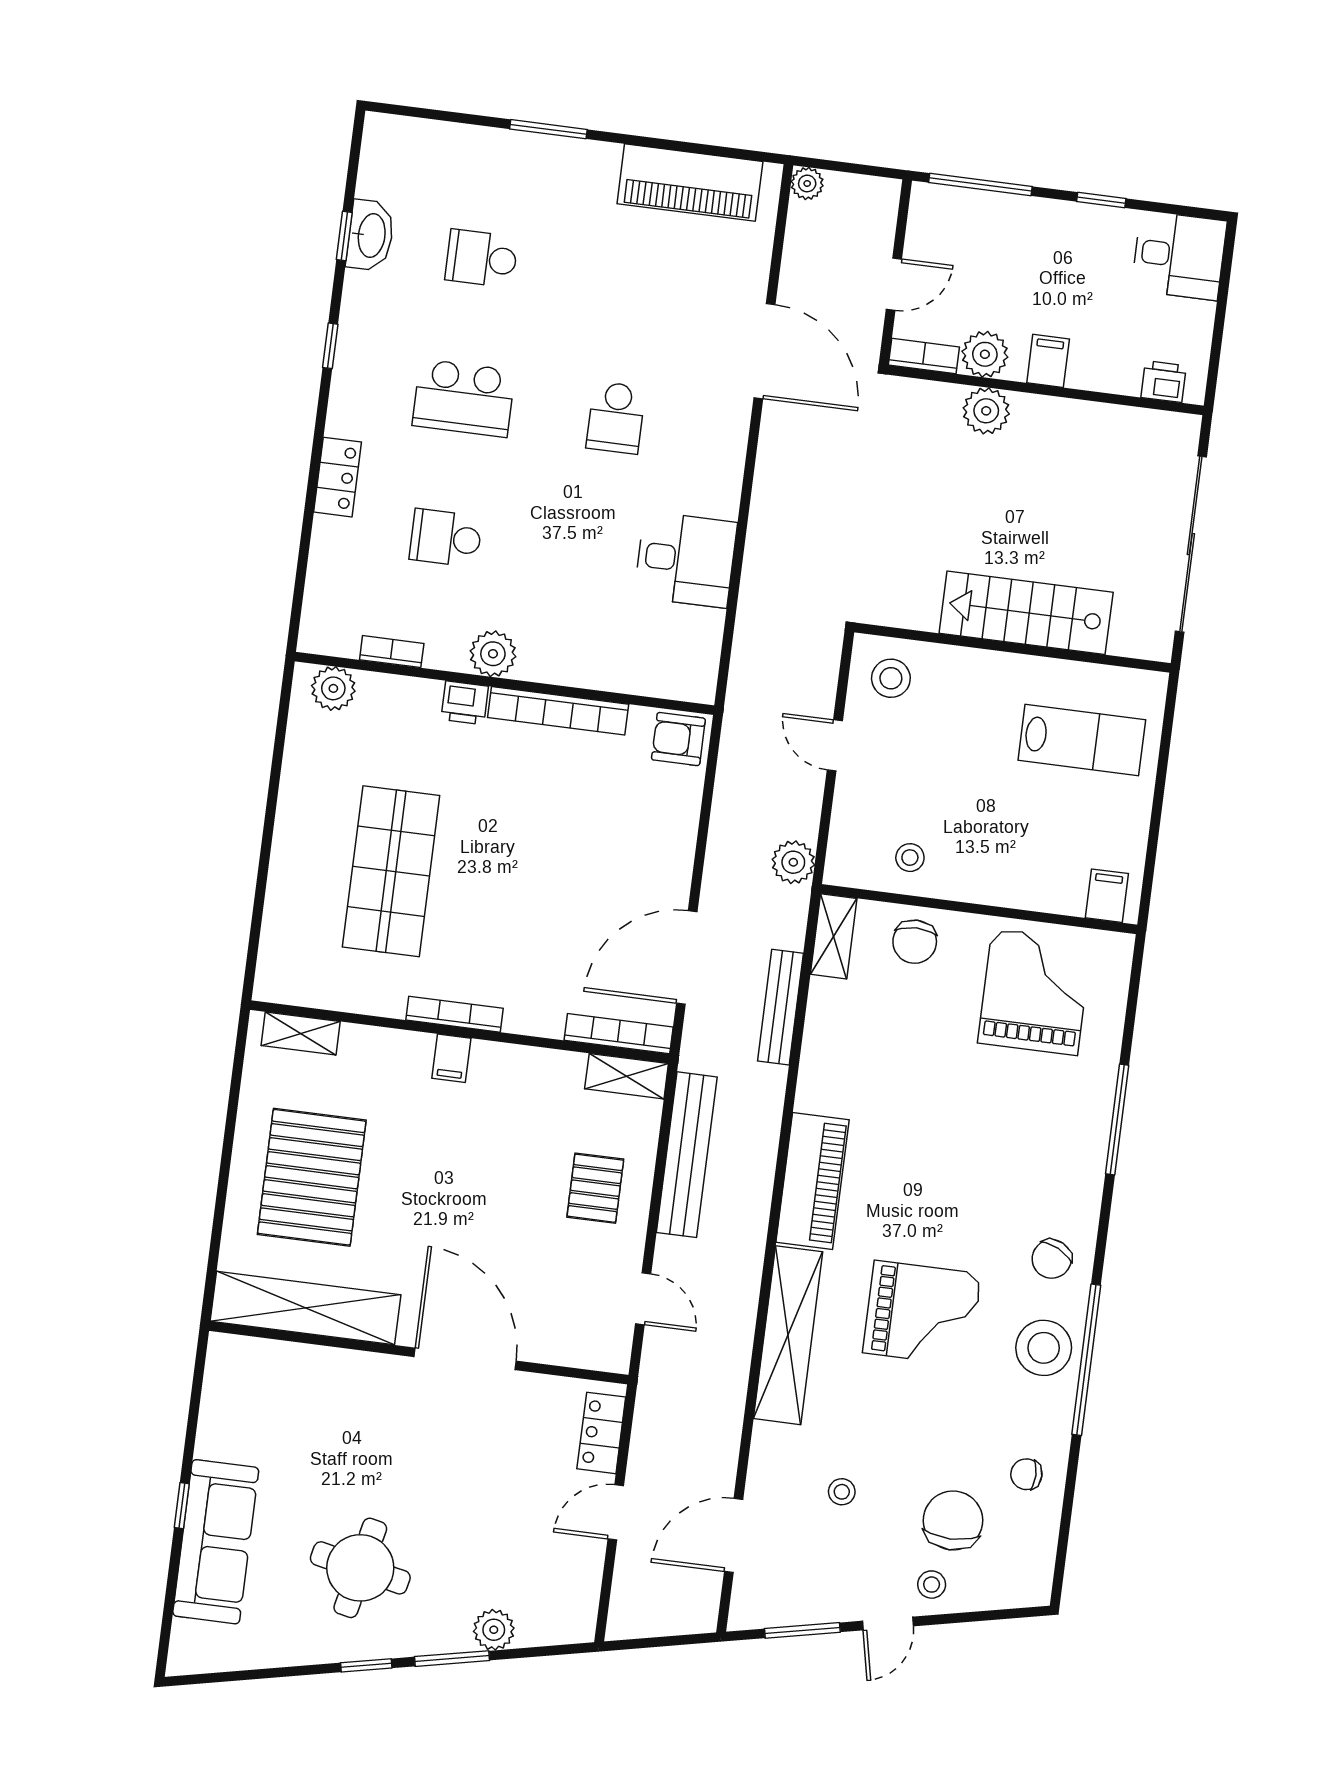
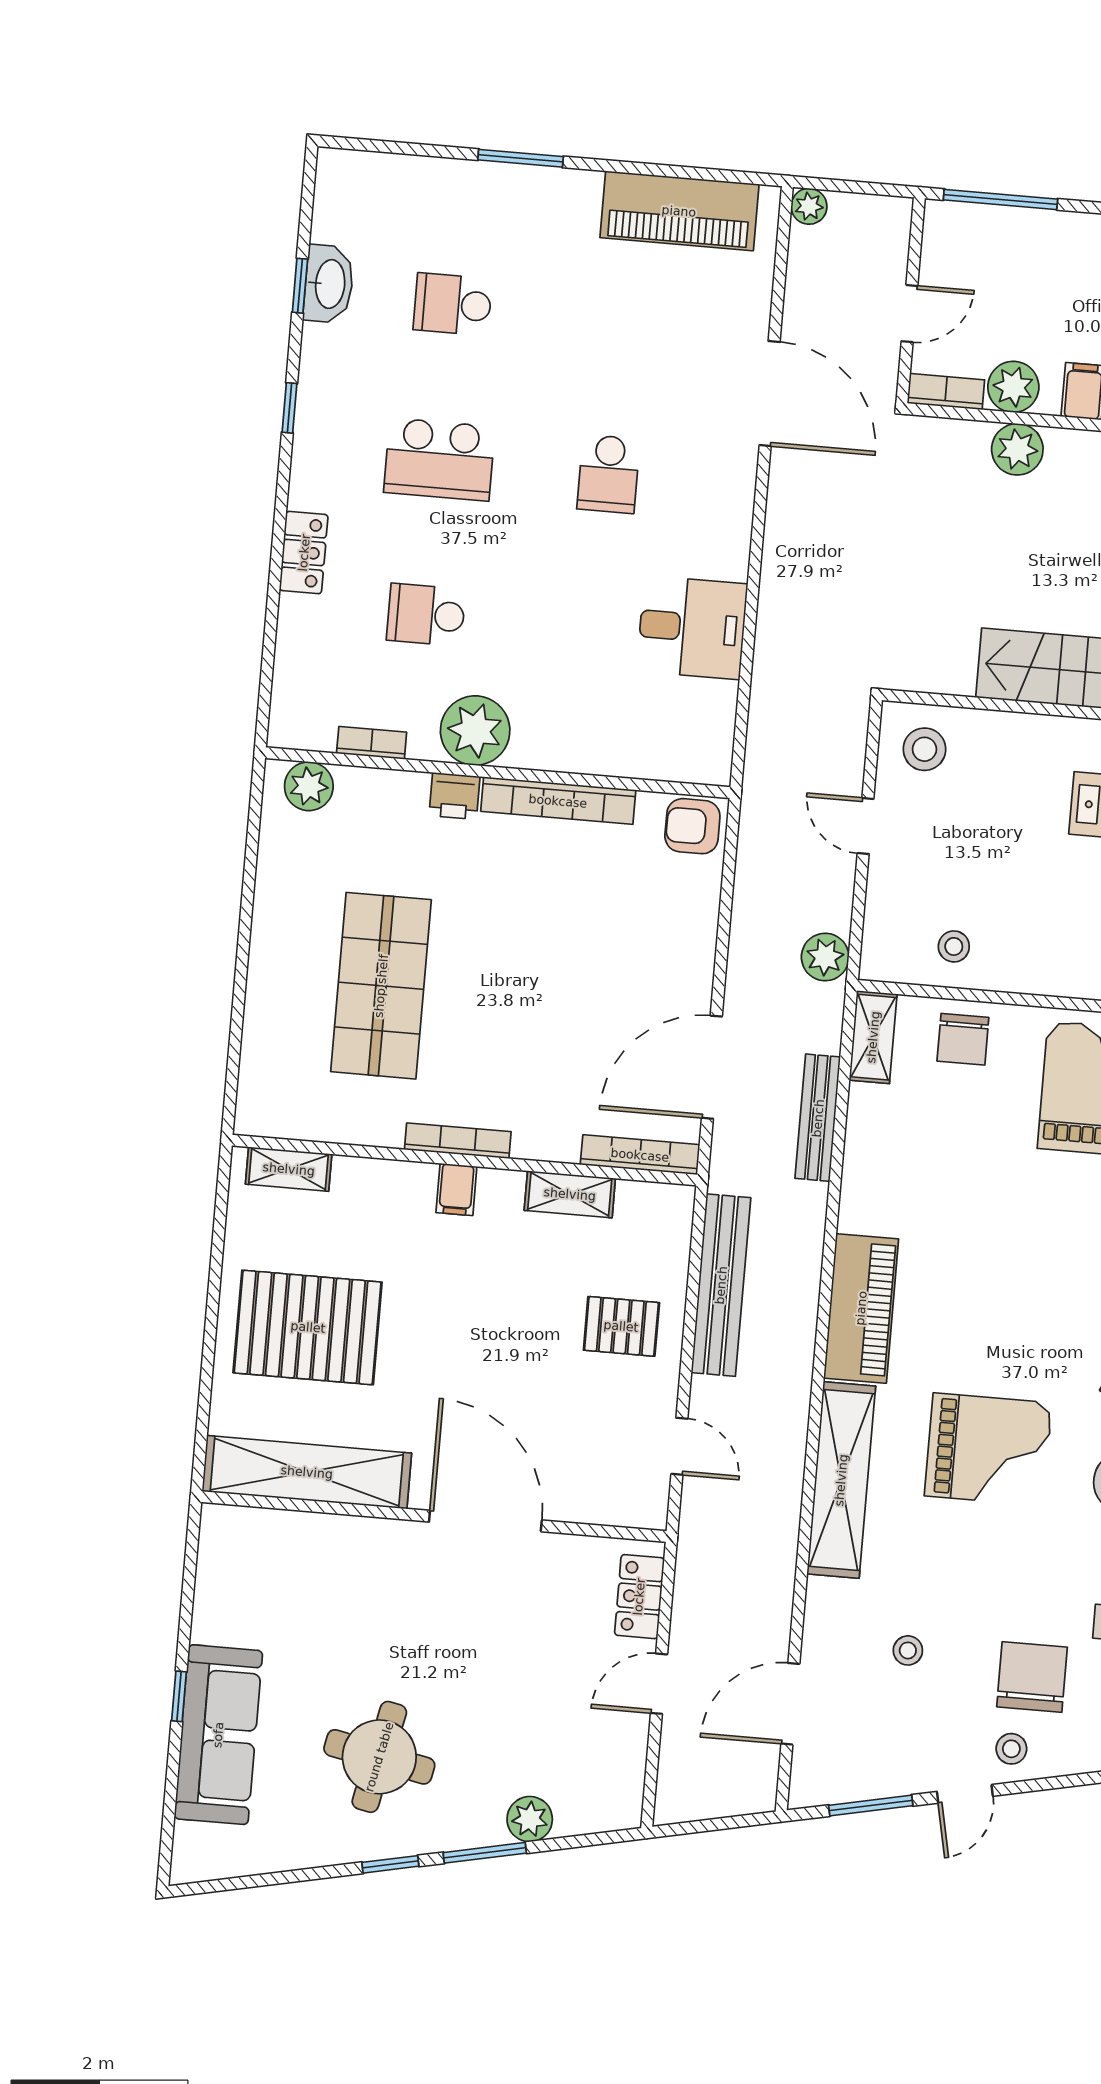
plant: (493, 654) -> (475, 731), width x1.36, depth x1.36
shelving: (627, 1076) -> (570, 1194), moved
pallet: (312, 1177) -> (308, 1327), turned 90
pallet: (595, 1188) -> (621, 1326), turned 90

